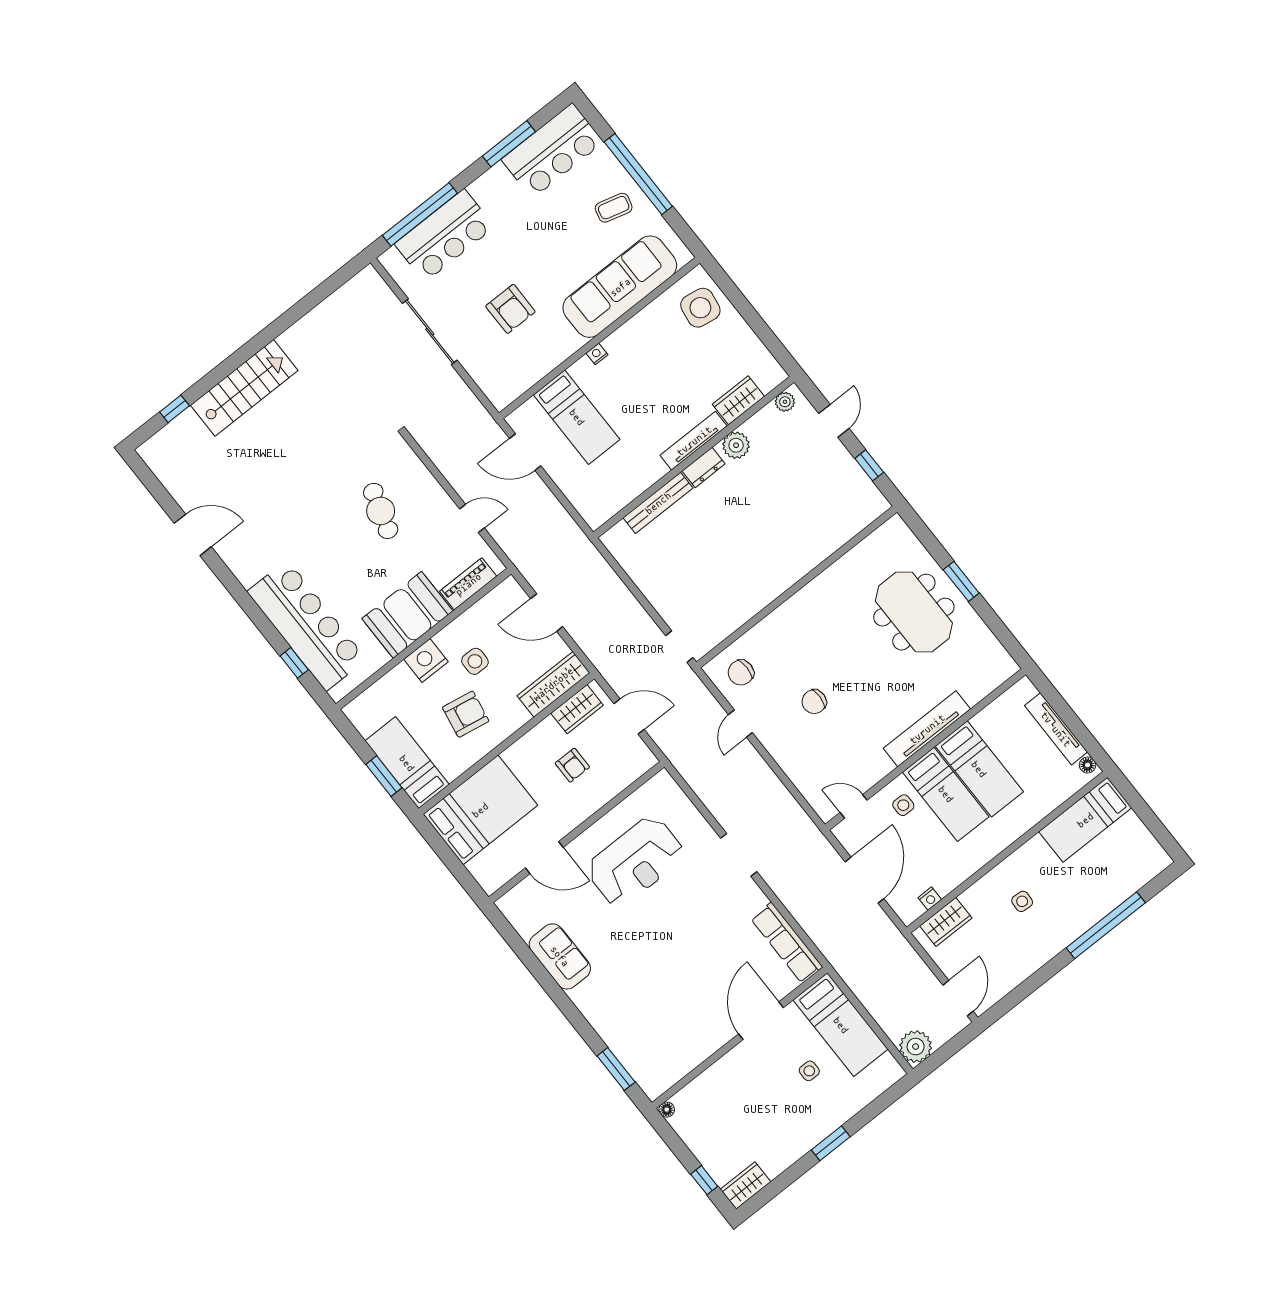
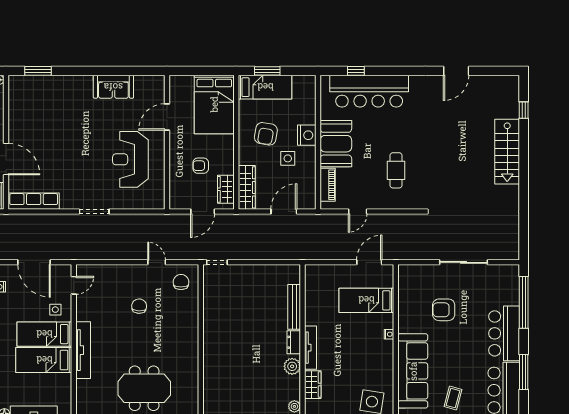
bar counter: (445, 235) -> (504, 333), moved
cafe table: (381, 511) -> (396, 170), turned 73

